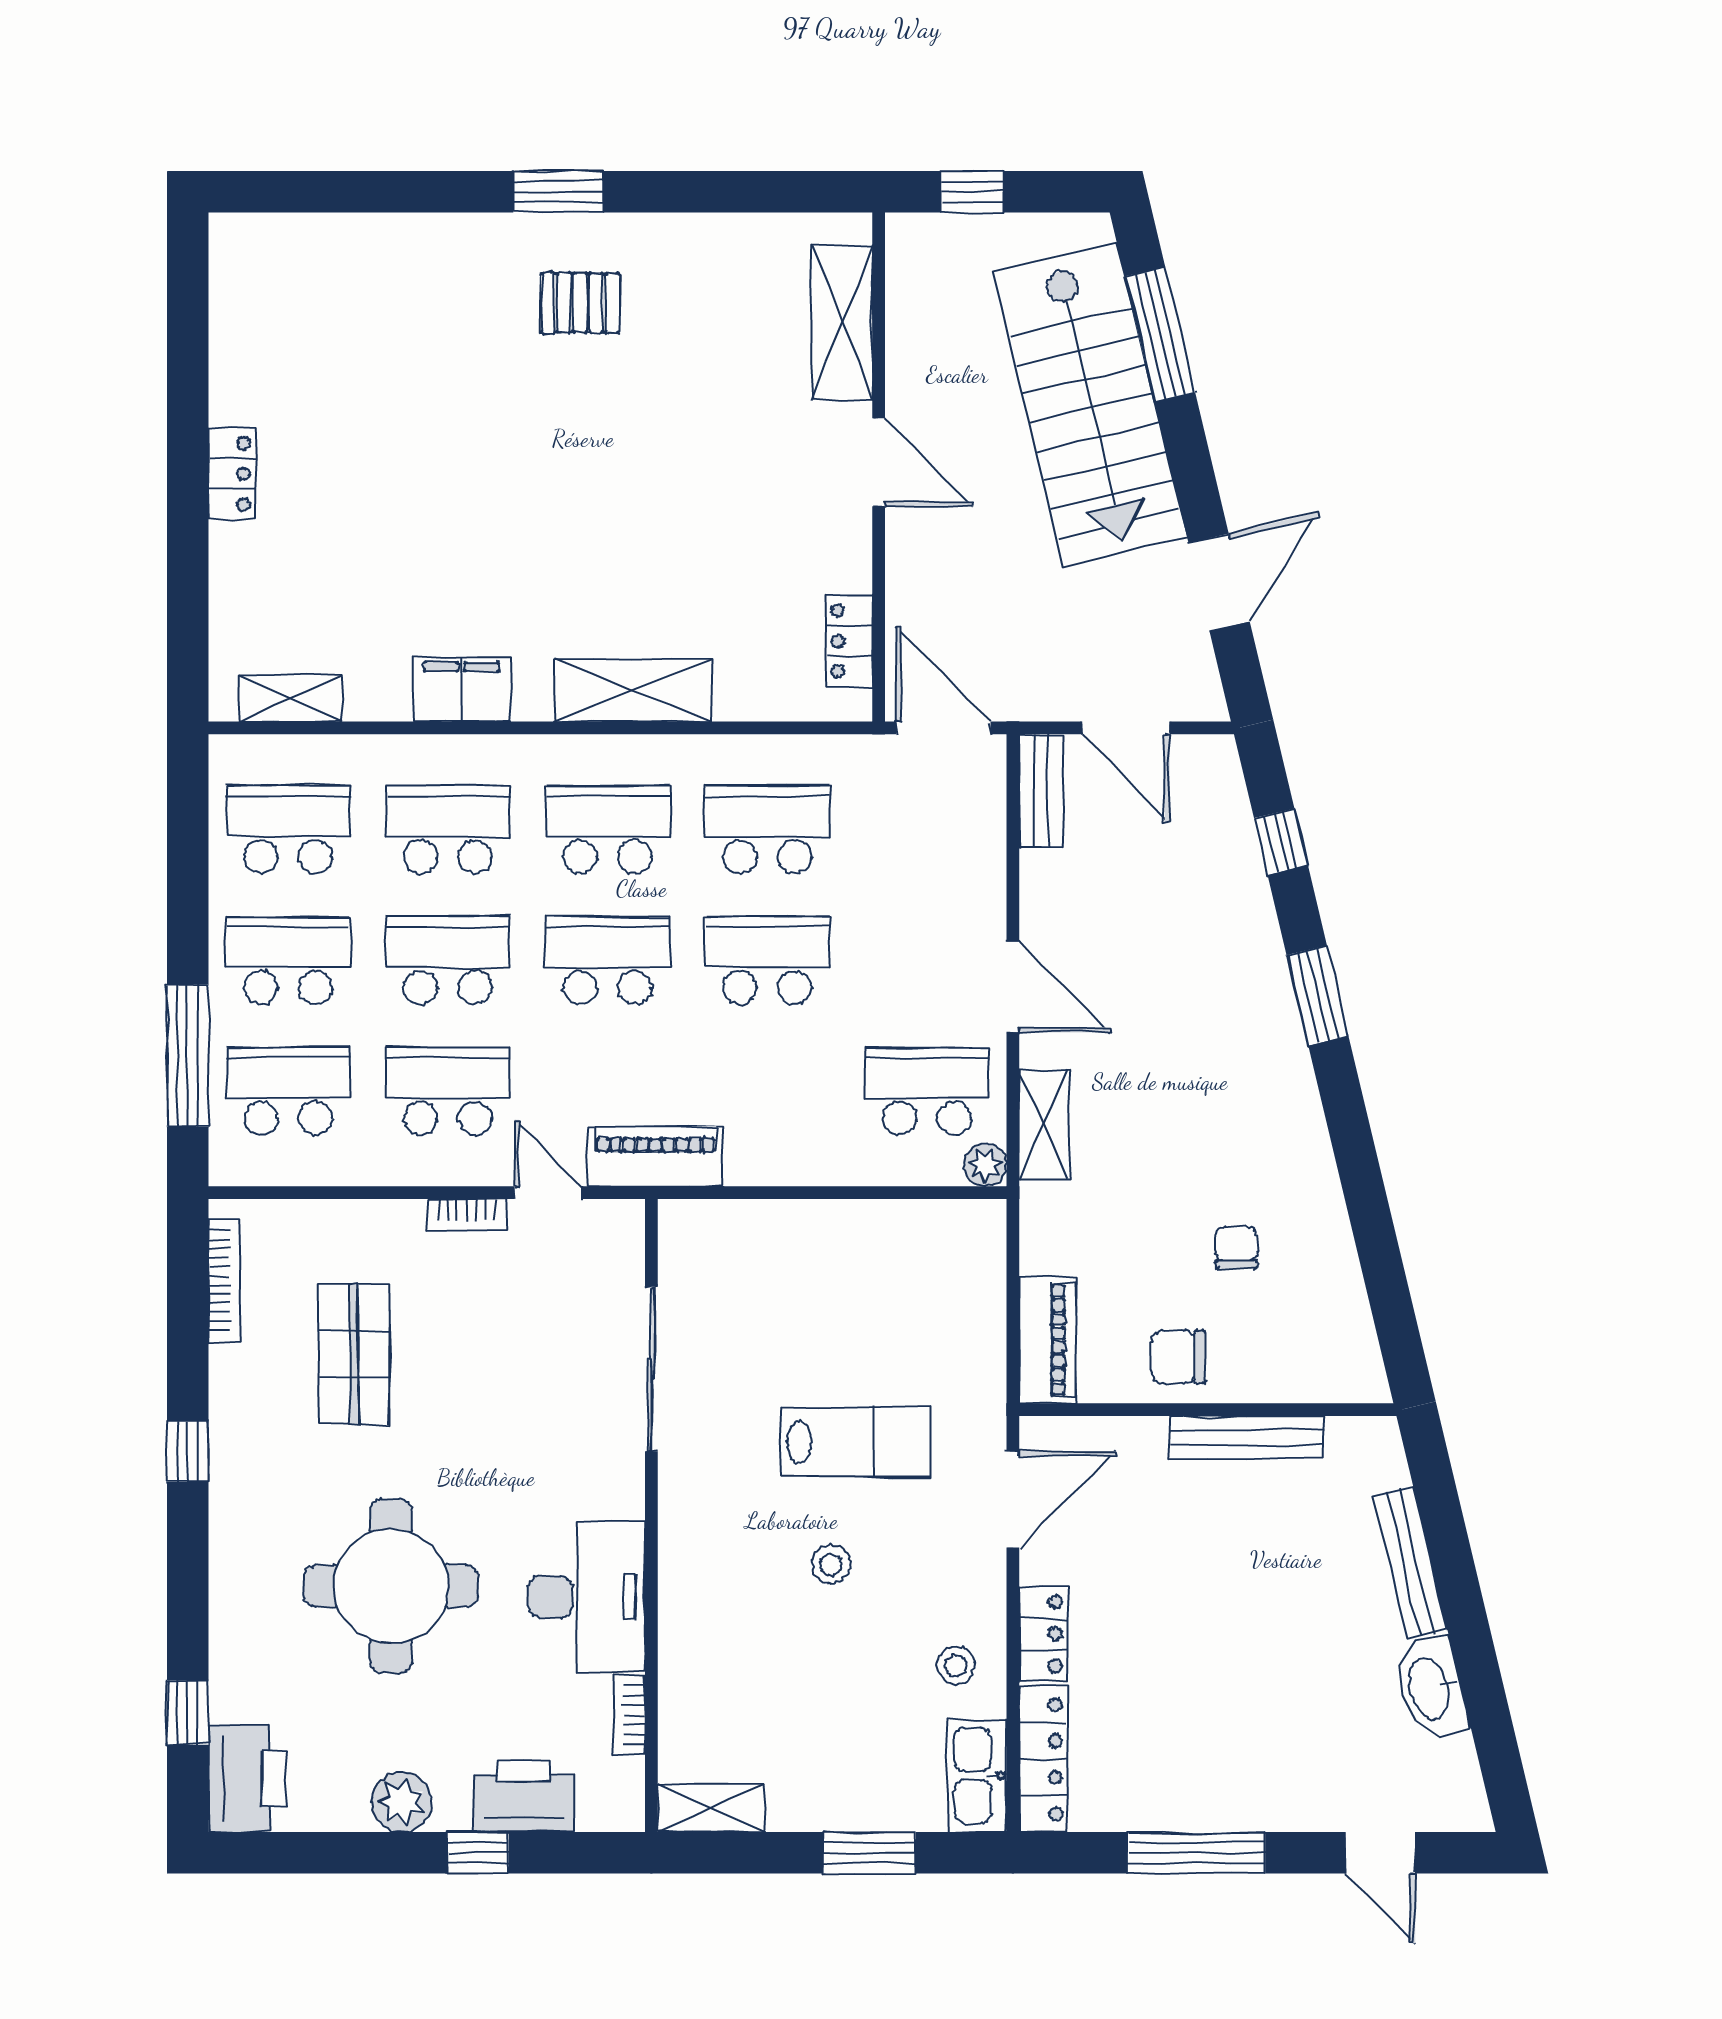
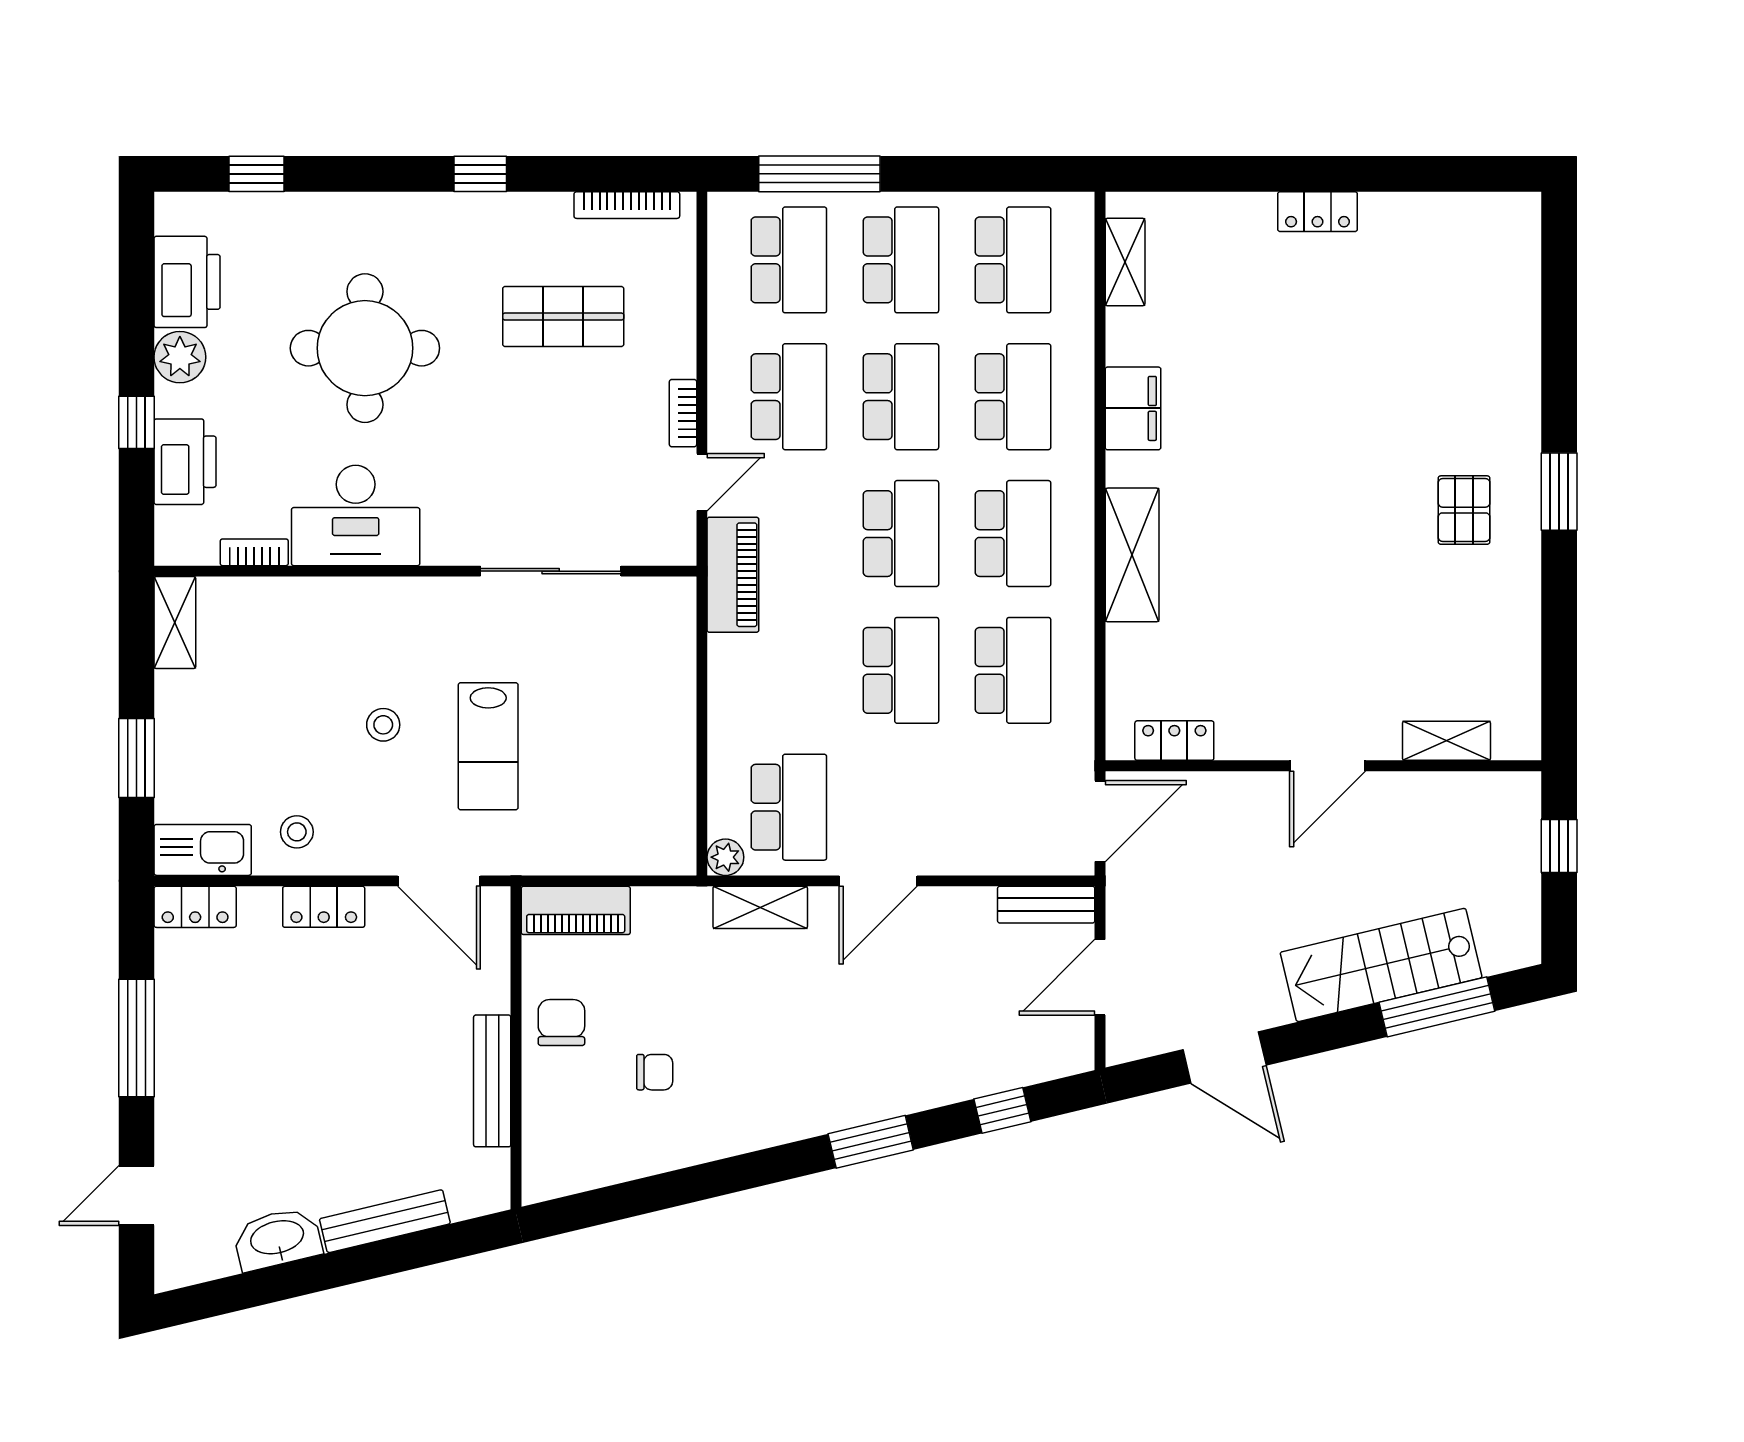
shelving: (842, 323) -> (1446, 741), width x0.67, depth x0.75
stairs: (1091, 405) -> (1381, 965), width x0.73, depth x0.66
locker: (1043, 1759) -> (195, 907), width x0.66
printer: (247, 1779) -> (187, 282), moved, turned -90

